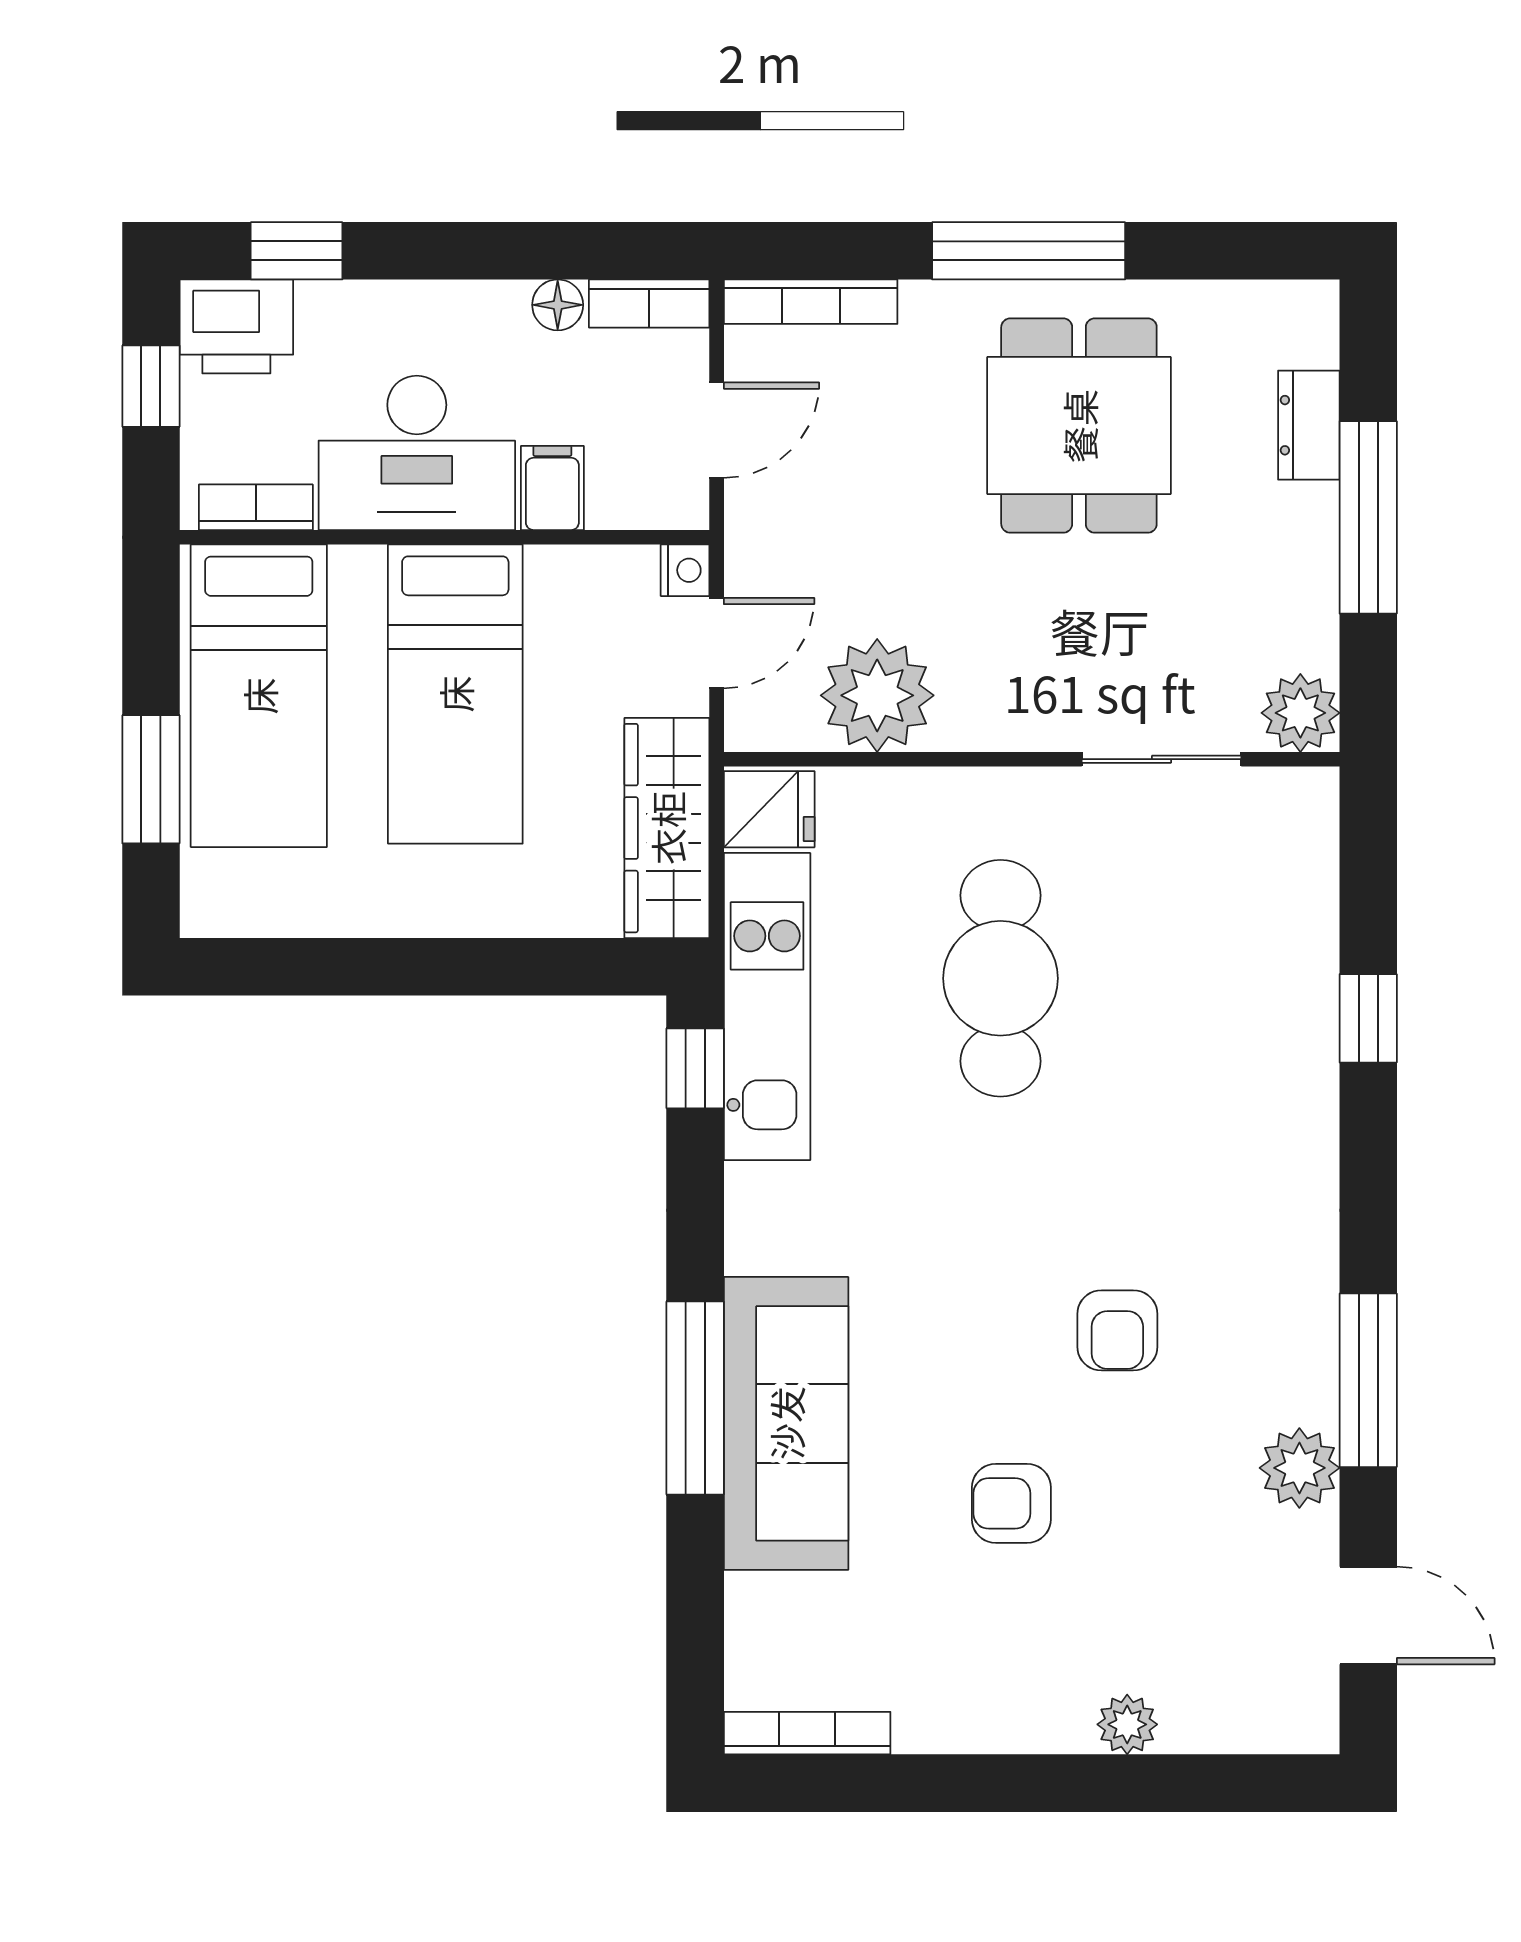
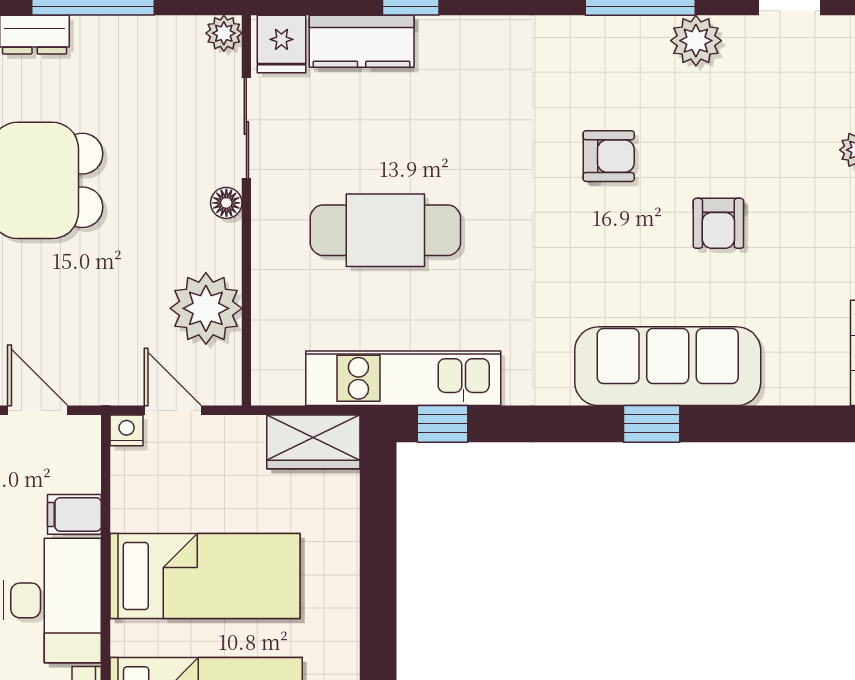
plant: (1300, 713) -> (224, 33), width x0.73, depth x0.73
floor lamp: (1044, 727) -> (226, 203), added
fridge: (769, 809) -> (281, 44), moved, turned 180
wardrobe: (667, 828) -> (313, 442), width x0.67
kitchen counter: (1298, 941) -> (362, 41), added
window: (695, 1398) -> (652, 424), width x0.46

